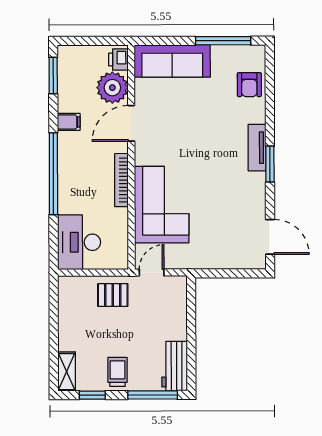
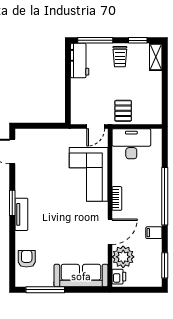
bookcase: (121, 180) -> (117, 198), width x0.64
desk: (79, 242) -> (131, 144), moved, turned -90
pallet: (113, 295) -> (123, 111), turned 90

